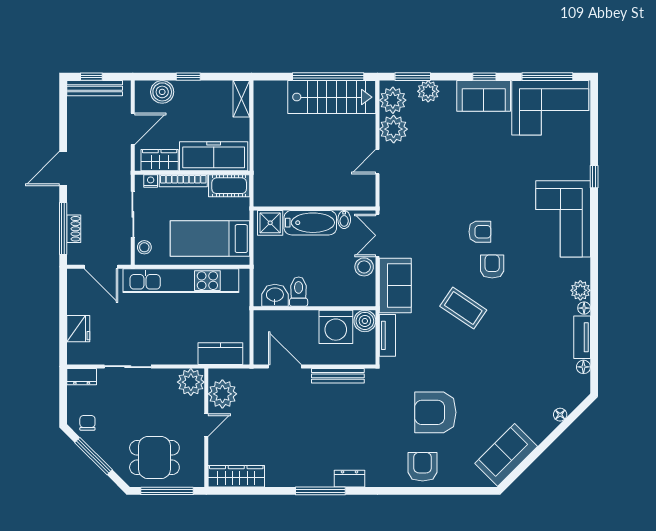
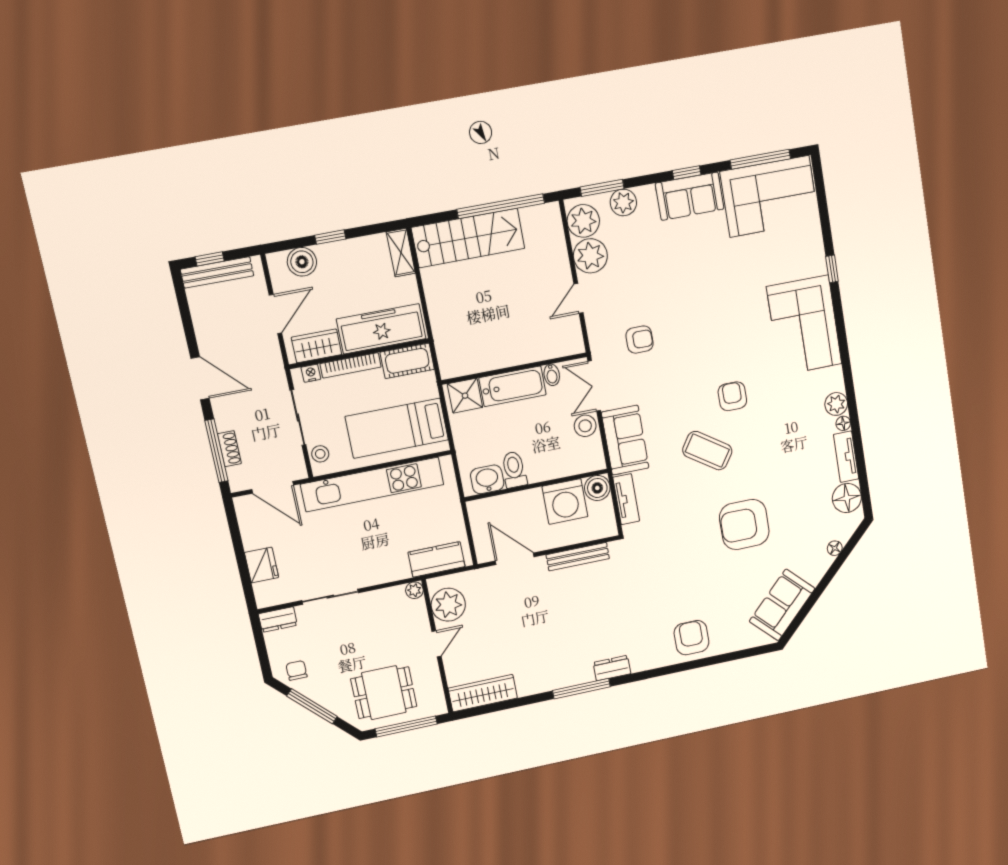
stairs: (332, 97) -> (468, 238), moved
door: (63, 168) -> (200, 378), swing flipped
armchair: (480, 232) -> (640, 340), moved
floor lamp: (583, 367) -> (847, 498), width x1.89, depth x1.89
plant: (191, 382) -> (414, 590), width x0.53, depth x0.53
armchair: (435, 412) -> (744, 524), moved

